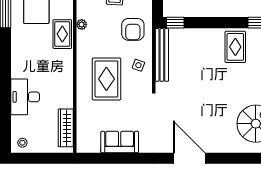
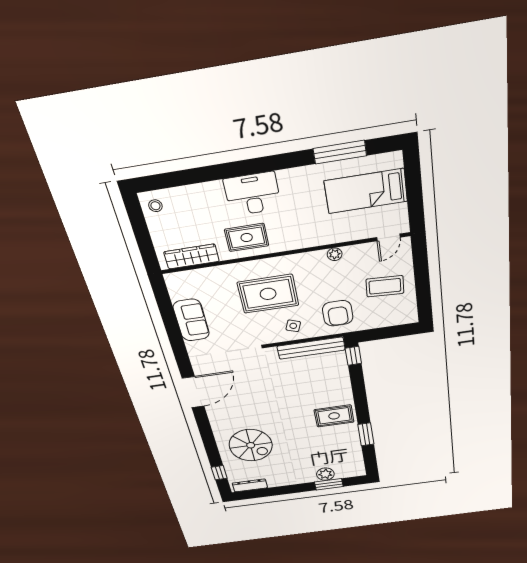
armchair: (133, 29) -> (338, 313), turned -90
rug: (62, 34) -> (247, 238), moved
desk: (25, 97) -> (252, 194), moved

